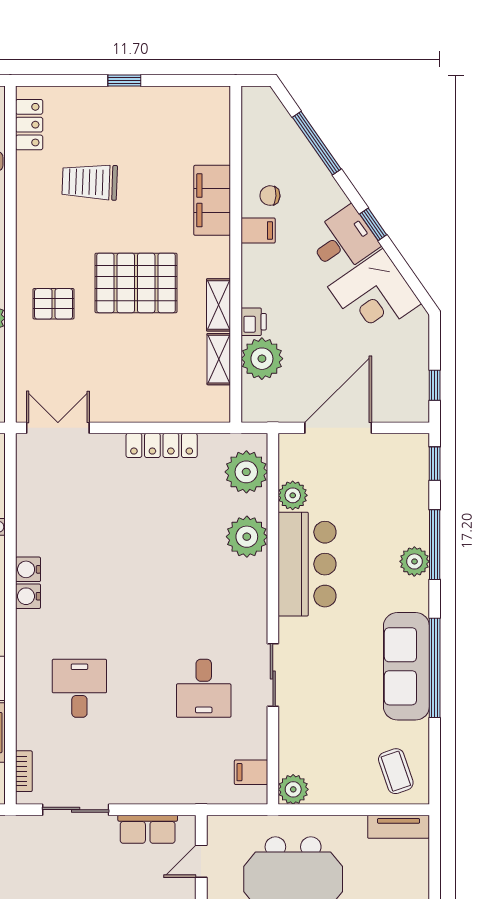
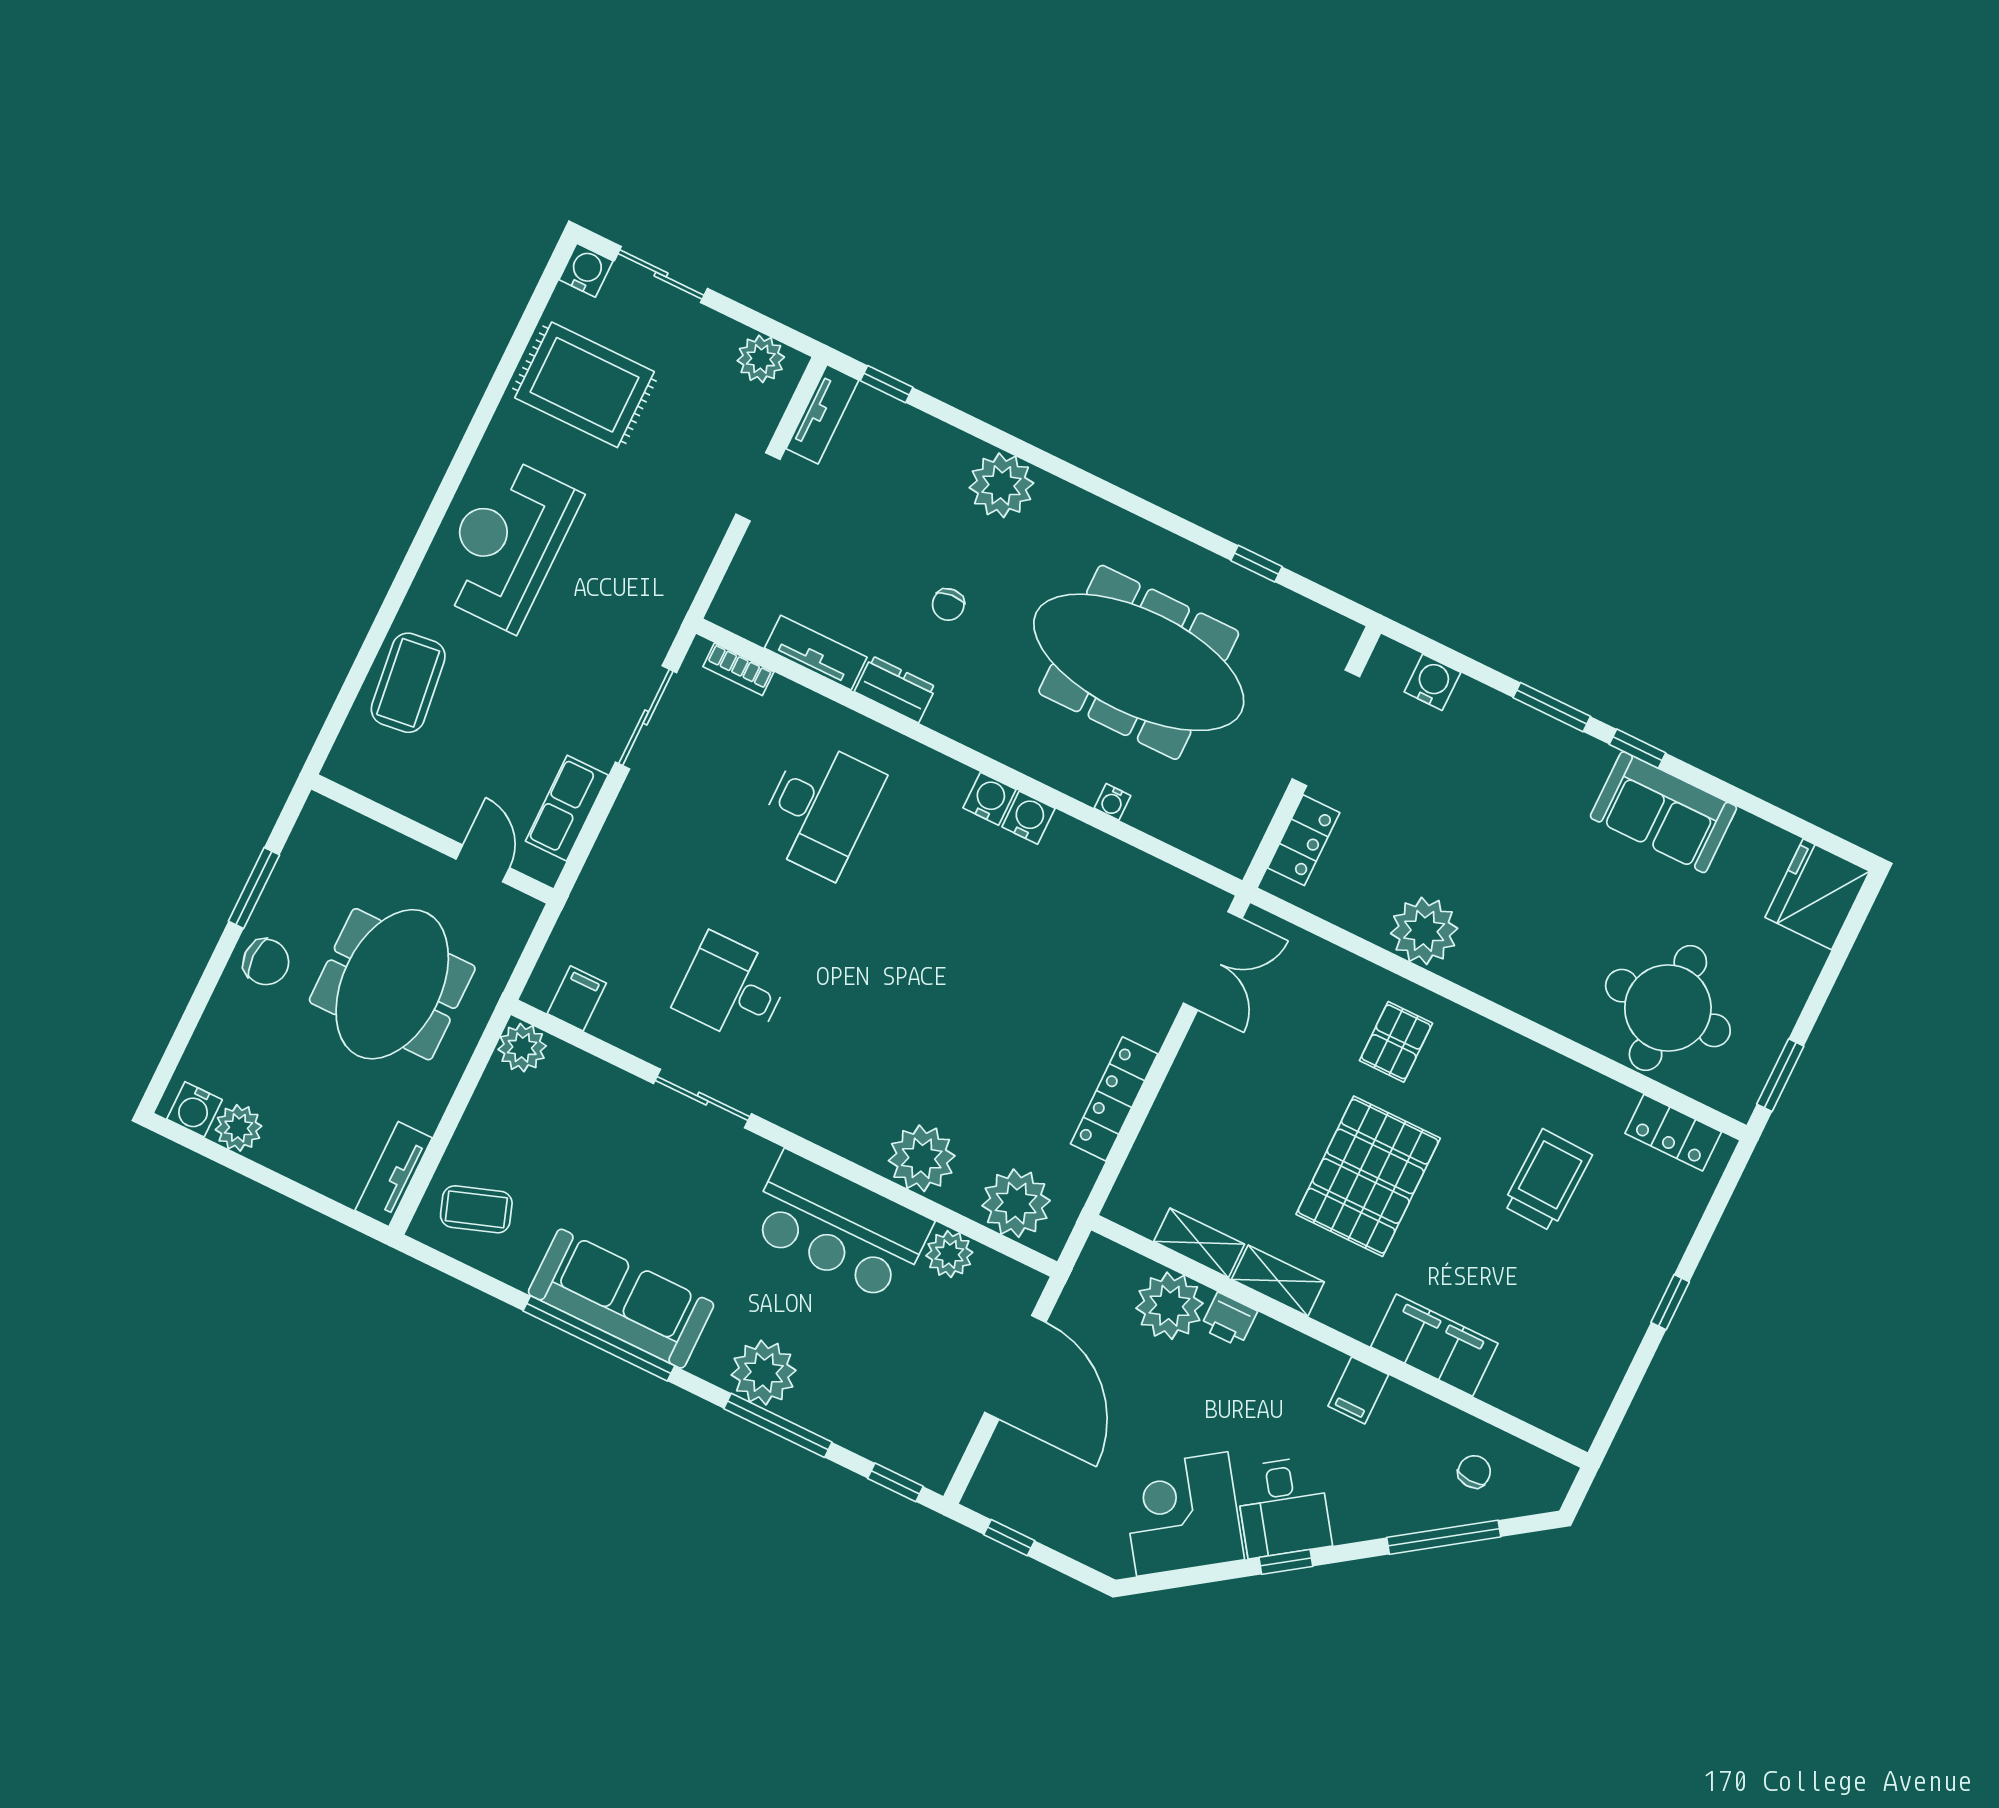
chair: (270, 196) -> (1474, 1472), moved
plant: (414, 561) -> (764, 1373), width x1.36, depth x1.36
desk: (79, 688) -> (820, 808), width x1.37

